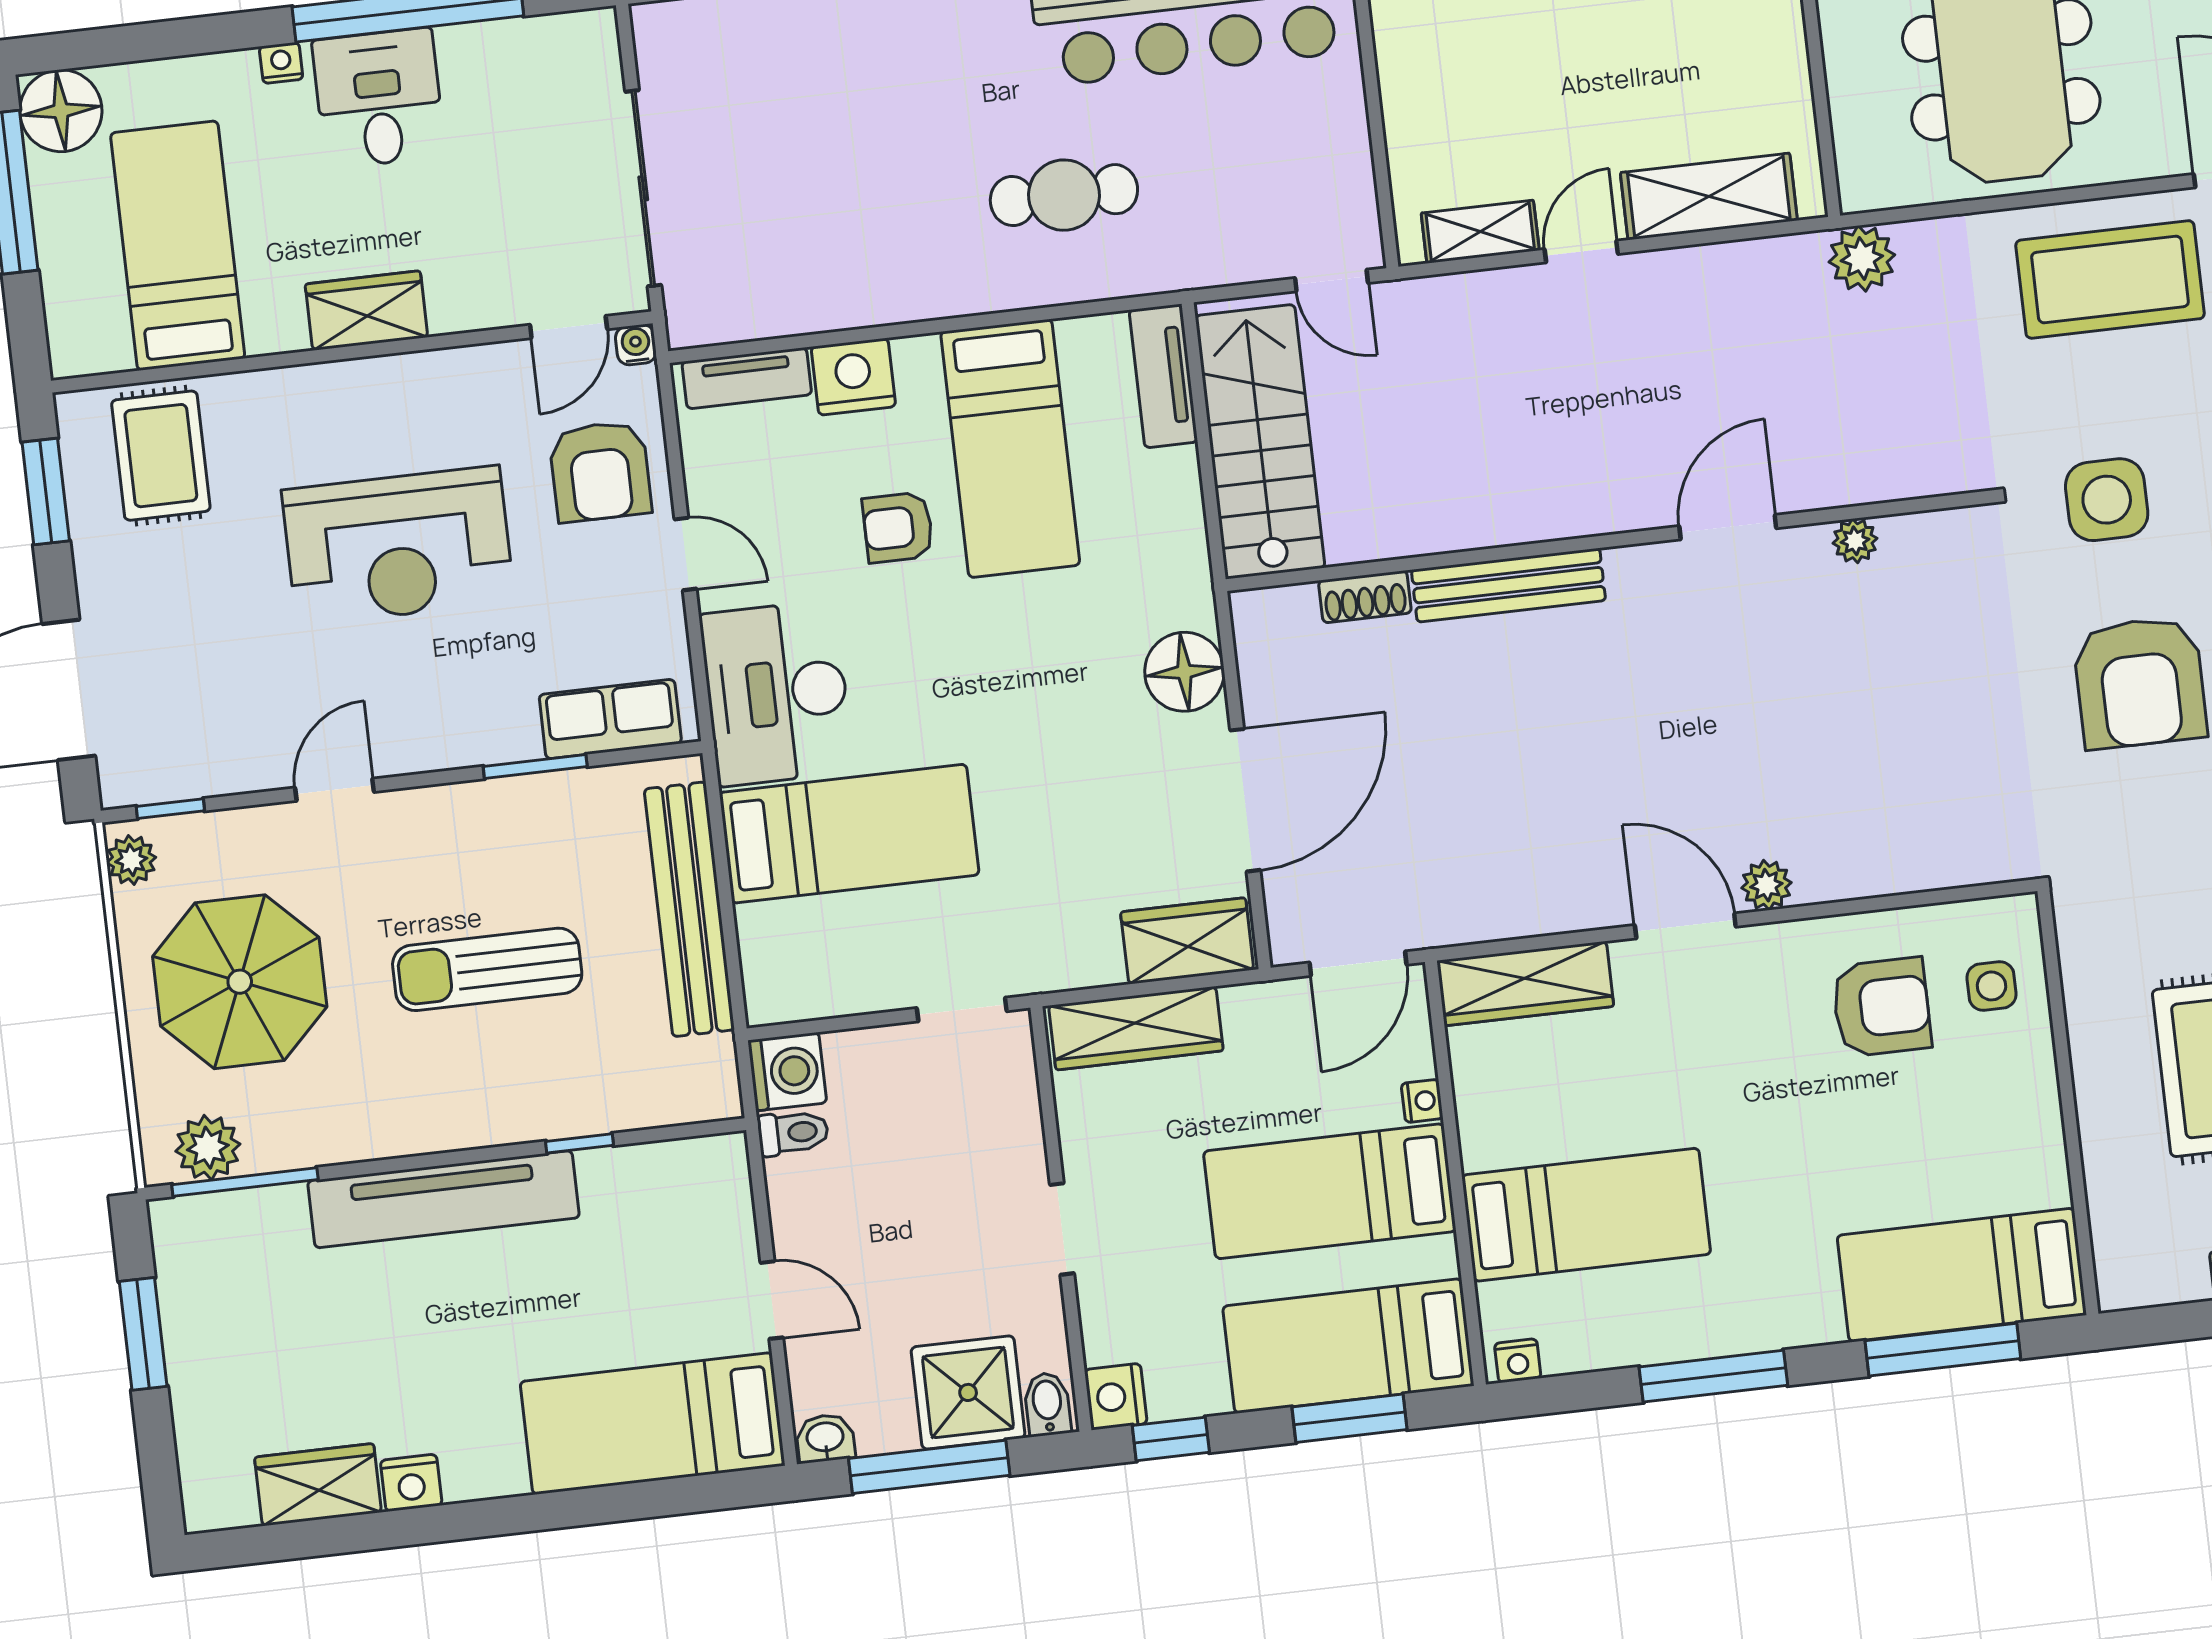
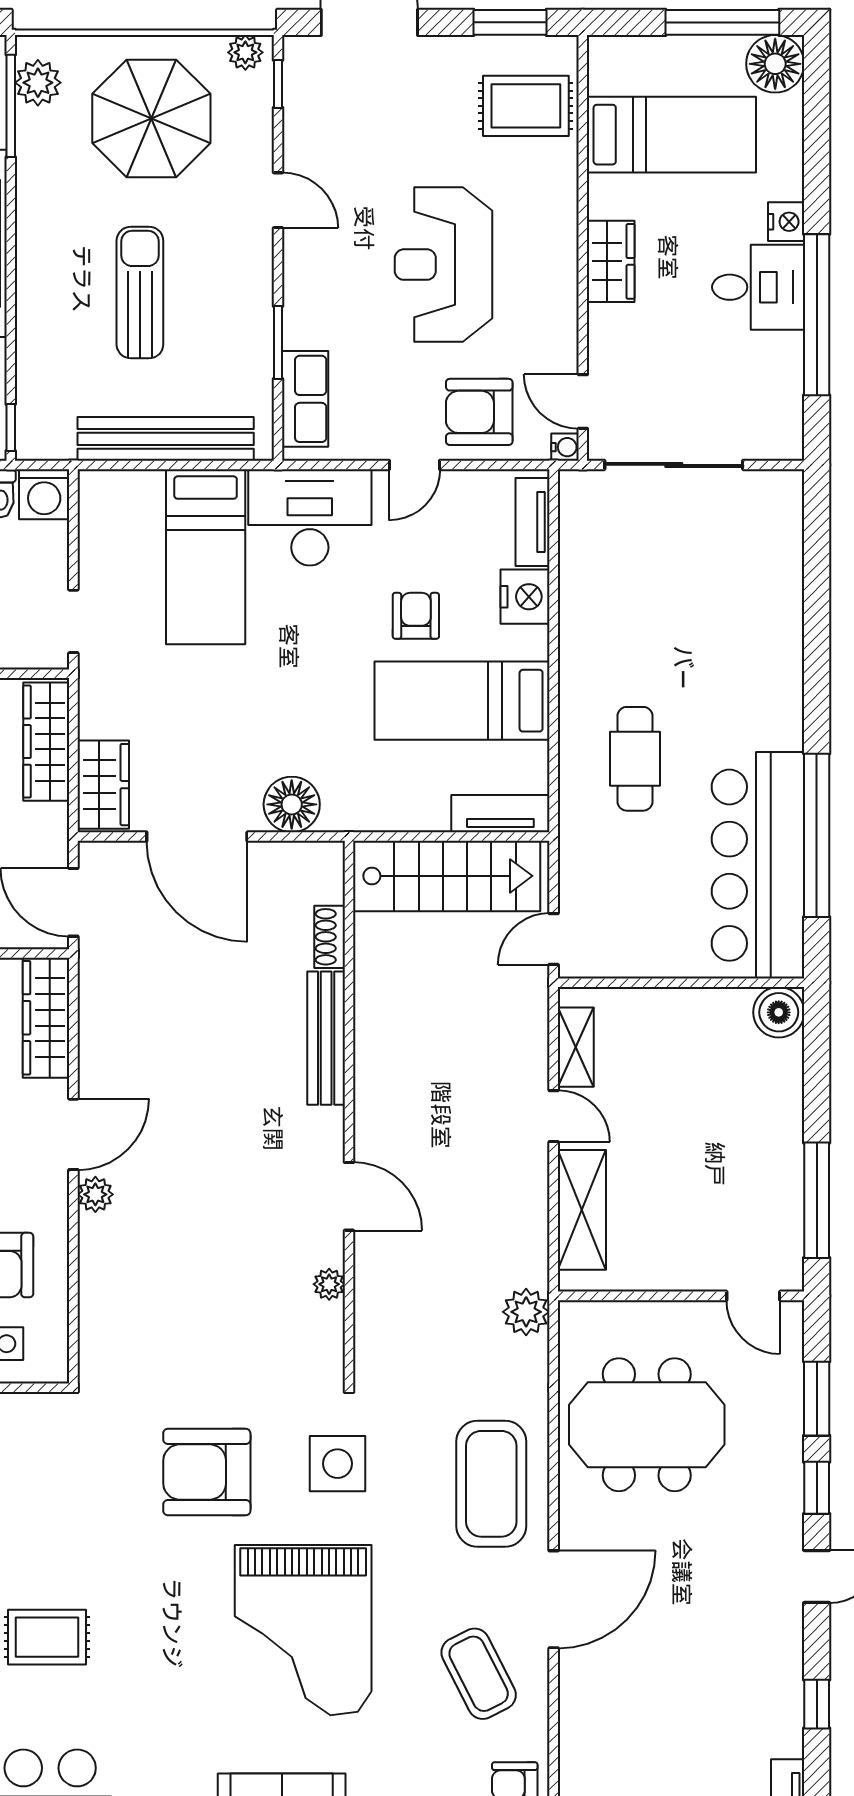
nightstand: (281, 63) -> (786, 222), width x1.39, depth x1.35
window: (580, 1143) -> (11, 428), moved

